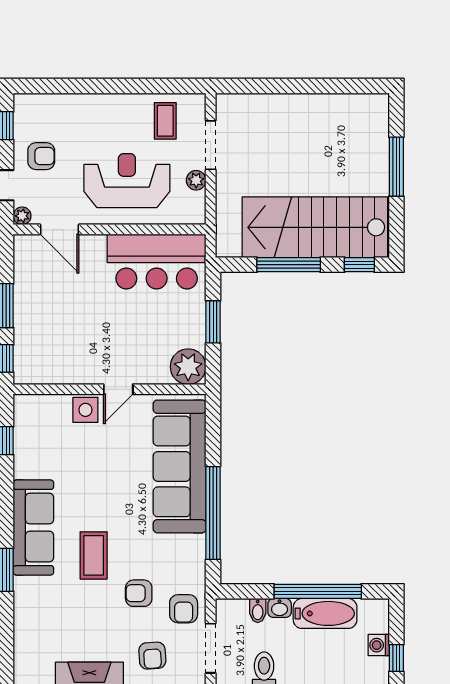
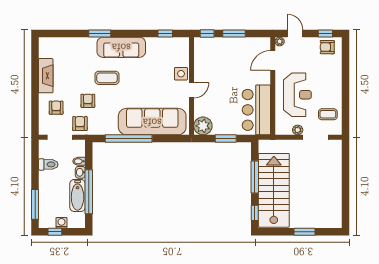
armchair: (41, 156) -> (327, 47), moved, turned 90
window: (396, 167) -> (305, 232), width x0.69
door: (118, 389) -> (191, 90), swing flipped
armchair: (184, 609) -> (80, 124), turned 90
armchair: (152, 656) -> (56, 108), turned 94

